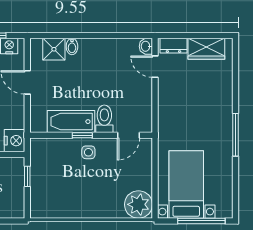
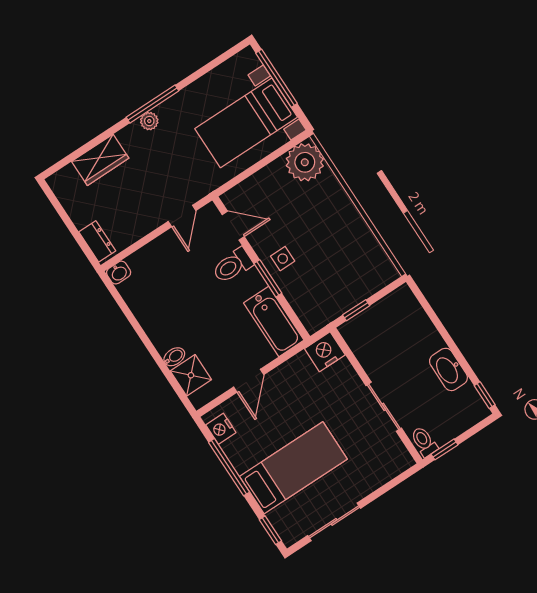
wardrobe: (206, 49) -> (100, 160), moved, turned 90
door: (155, 67) -> (182, 216), moved
bathtub: (71, 122) -> (274, 321), moved
plant: (226, 126) -> (149, 121), added
window: (82, 135) -> (268, 278), width x1.50

